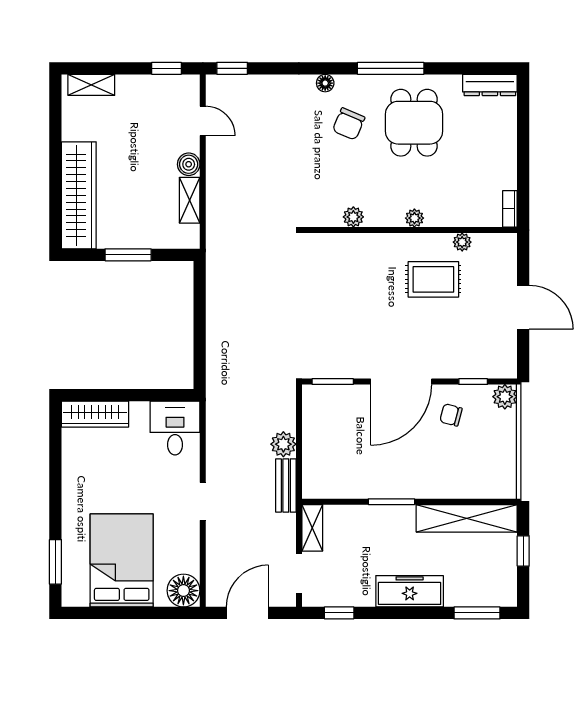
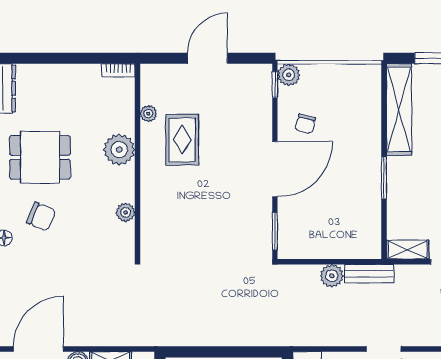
door: (203, 121) -> (38, 349), width x1.88
plant: (414, 218) -> (119, 150), width x1.87, depth x1.87
door: (401, 382) -> (275, 169), hinge flipped
window: (473, 382) -> (275, 85), moved

